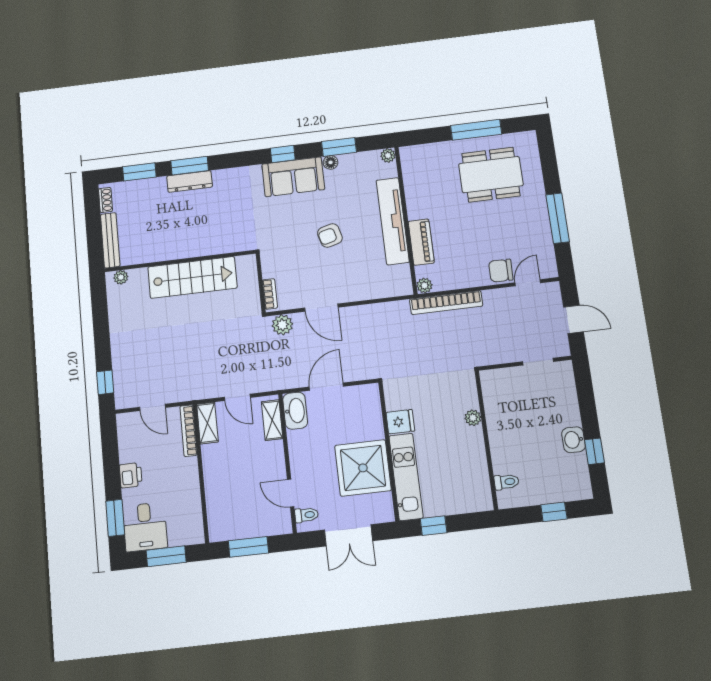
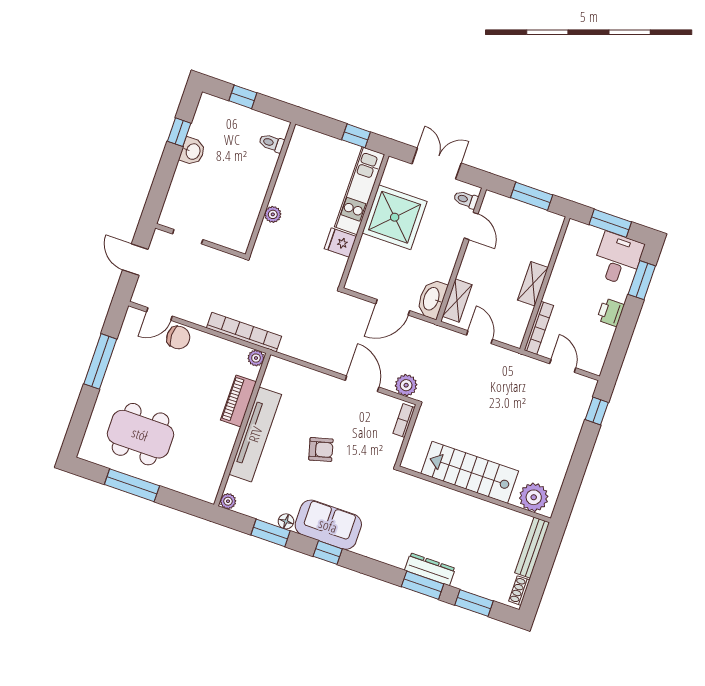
plant: (121, 277) -> (534, 497), width x1.88, depth x1.88
shelving: (207, 423) -> (533, 284), moved

